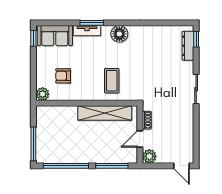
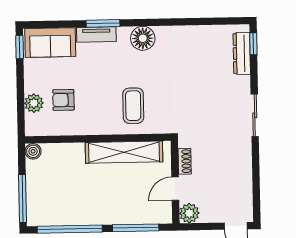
plant: (43, 94) -> (34, 103), moved
boiler: (41, 111) -> (33, 151), added

